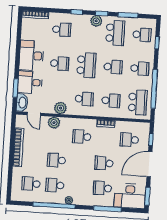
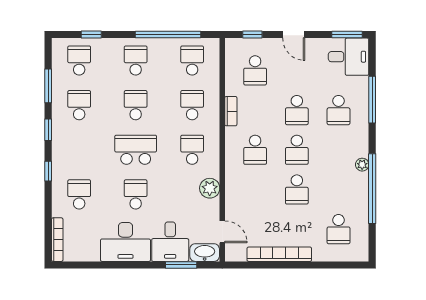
plant: (96, 21) -> (61, 138), removed
school desk: (115, 33) -> (79, 105), width x0.54
school desk: (138, 102) -> (192, 61), width x0.54
door: (34, 114) -> (222, 232), hinge flipped
plant: (54, 123) -> (235, 197), removed
door: (149, 164) -> (294, 35), width x0.53
school desk: (55, 185) -> (297, 150), moved
desk: (130, 196) -> (349, 57), width x0.73

